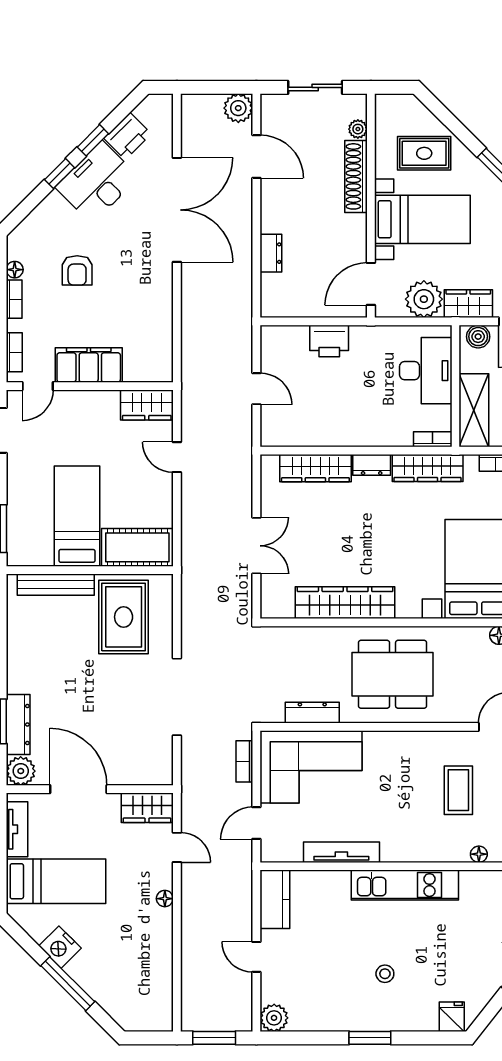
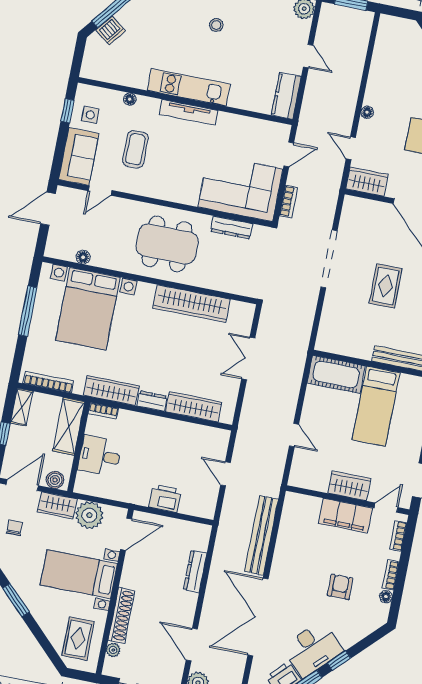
rug: (424, 153) -> (78, 639), moved, turned 90
dresser: (271, 253) -> (195, 571), width x1.44
bench: (193, 317) -> (261, 535), added
desk: (426, 371) -> (100, 456), width x0.73
wardrobe: (147, 405) -> (349, 486), moved
rug: (124, 617) -> (386, 286), moved, width x0.73, depth x0.70
tv unit: (341, 852) -> (189, 112), moved

